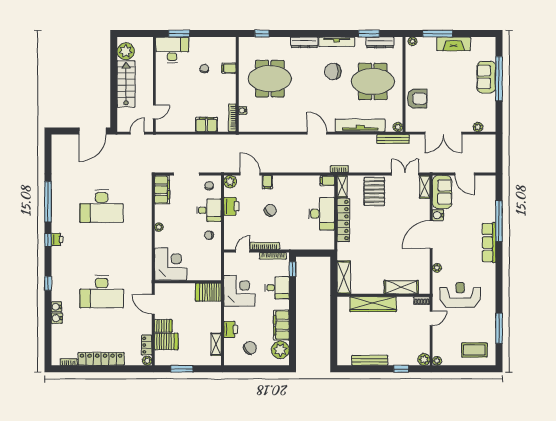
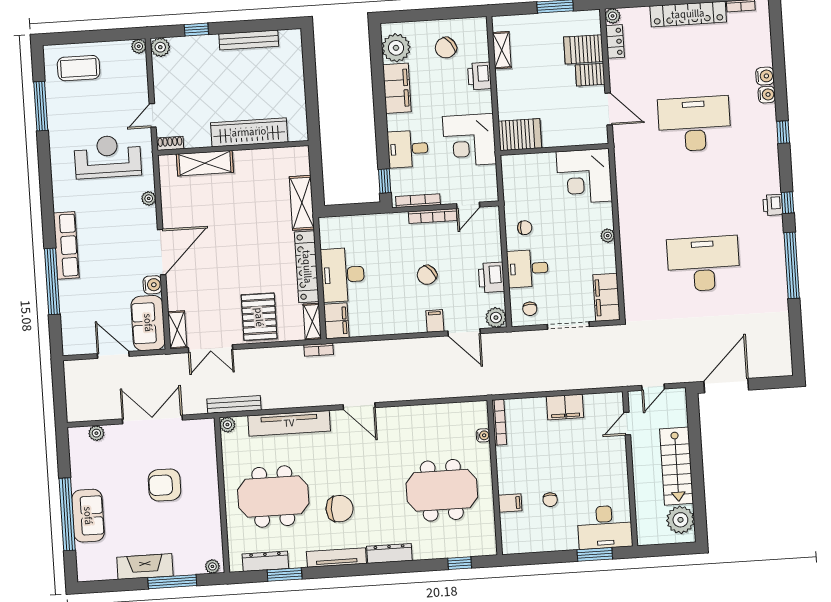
armchair: (417, 99) -> (165, 485), moved
filing cabinet: (207, 124) -> (565, 407), moved
filing cabinet: (327, 181) -> (336, 321), width x2.00
shelving: (344, 277) -> (302, 203), moved
reception desk: (460, 295) -> (108, 157), turned 180

